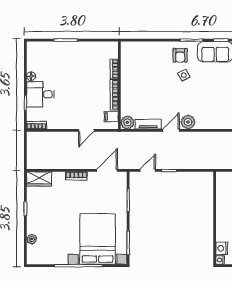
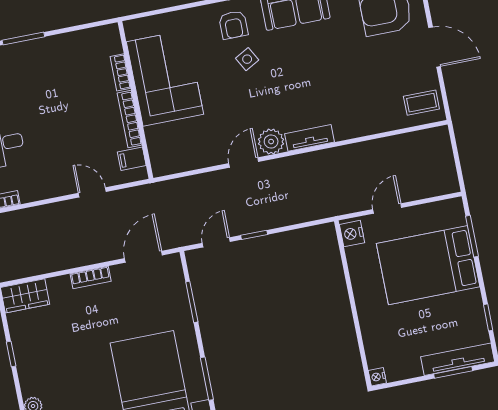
corner sofa: (138, 77) -> (165, 78), added
plant: (127, 122) -> (163, 164), removed
tv unit: (148, 124) -> (309, 138), moved
door: (86, 130) -> (92, 192), swing flipped
nightstand: (222, 248) -> (352, 234), moved

